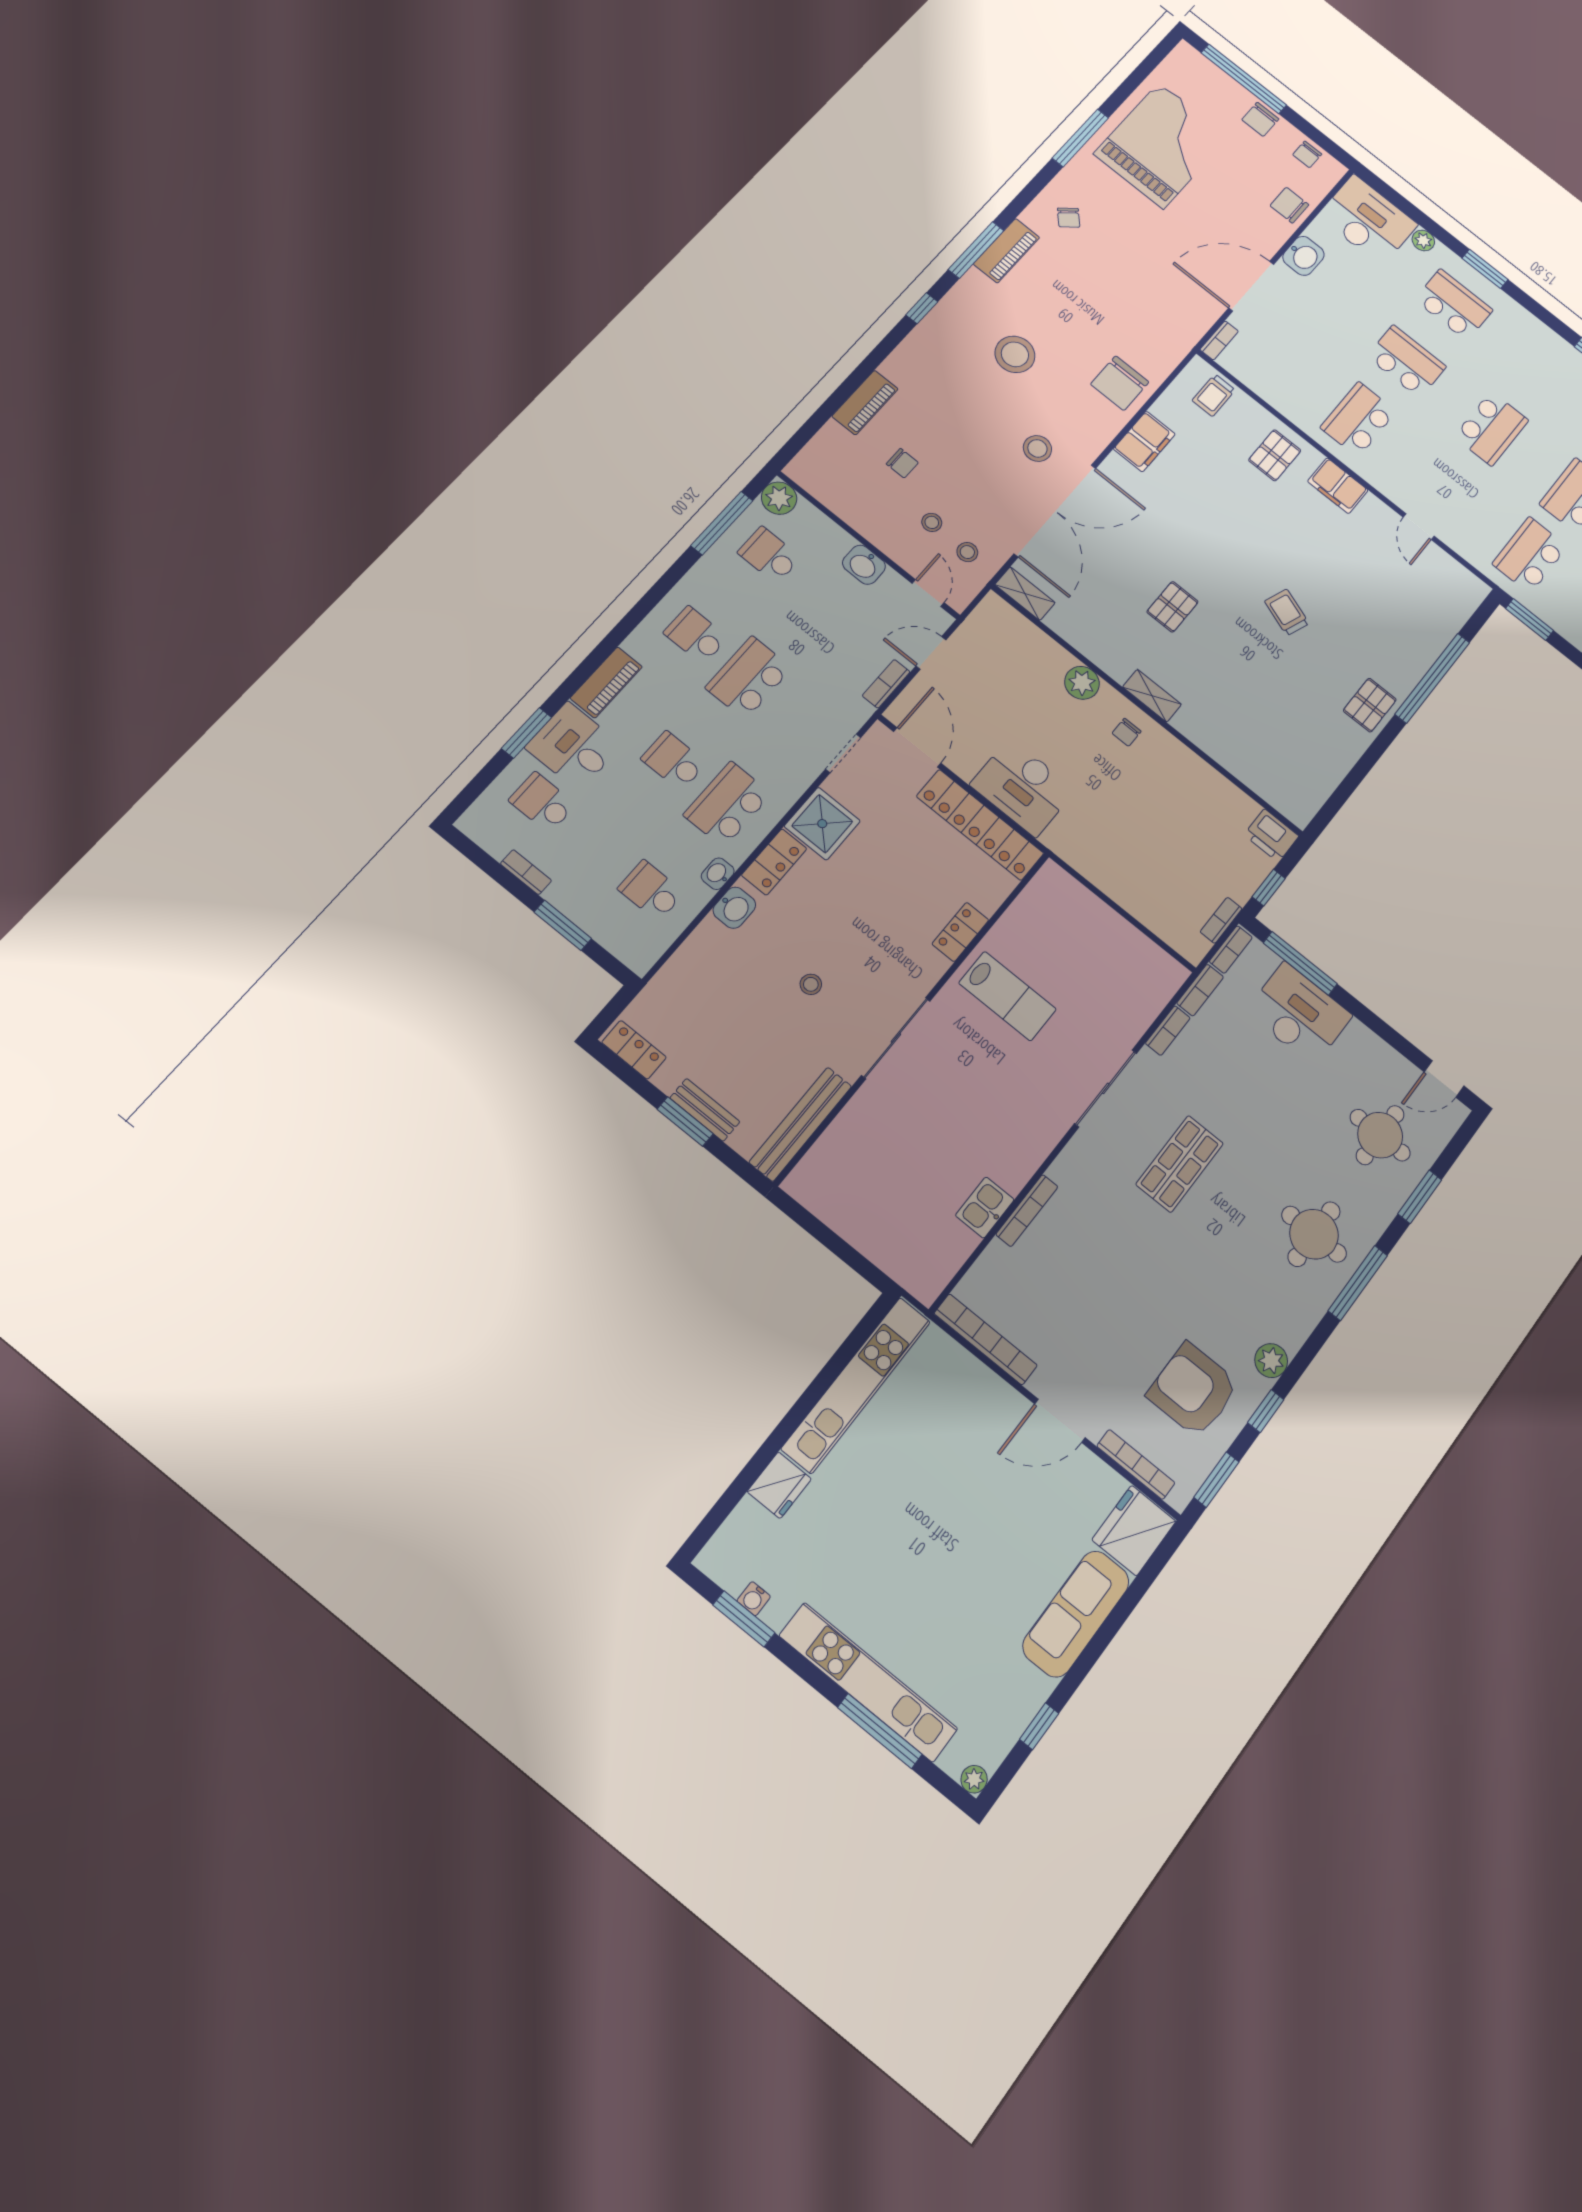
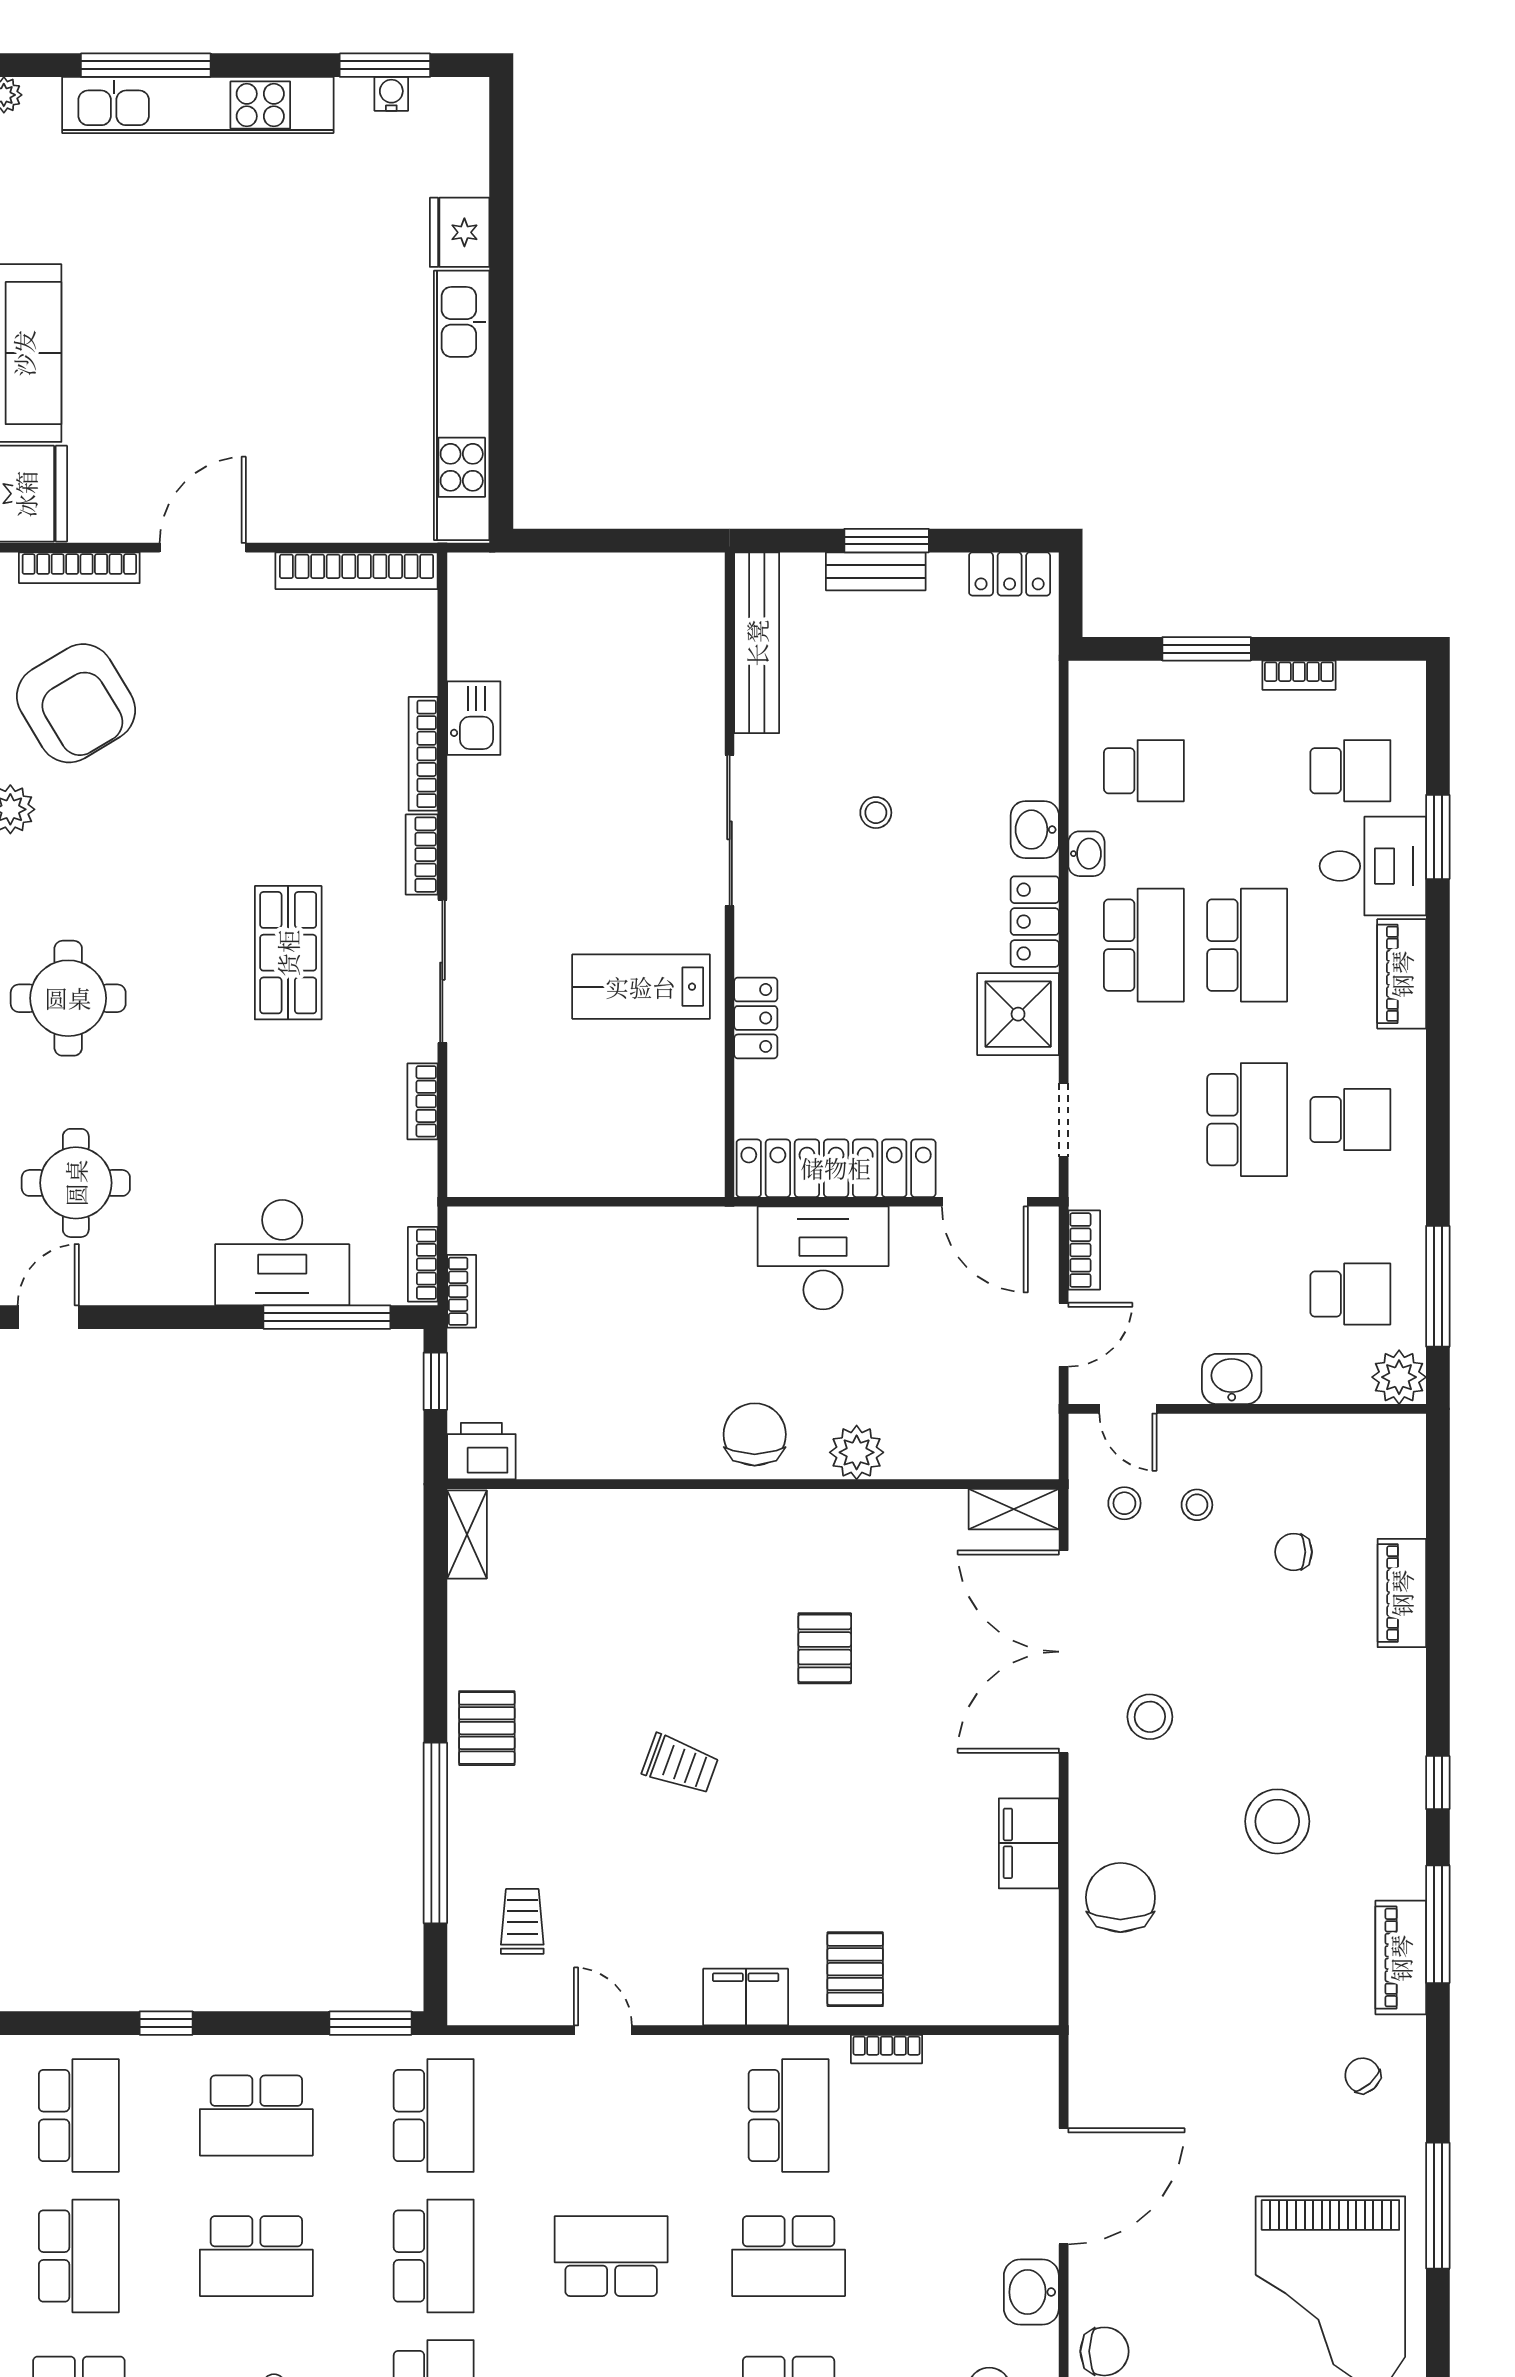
bookcase: (1219, 340) -> (887, 2049), moved, turned -90
trolley: (1214, 395) -> (522, 1921), moved
school desk: (1491, 428) -> (611, 2256), turned 90
shelving: (1152, 696) -> (467, 1535), moved, turned 90
chair: (1127, 732) -> (755, 1434), width x1.87, depth x1.87
school desk: (674, 761) -> (1247, 945), width x1.85
bookcase: (1200, 990) -> (422, 855), moved
armchair: (1193, 1390) -> (76, 703), turned 59

